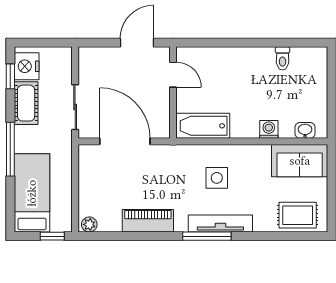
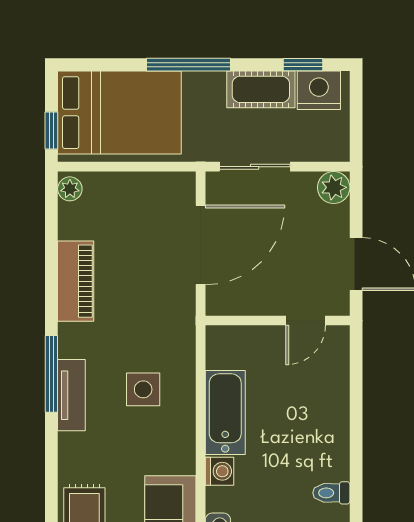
plant: (88, 57) -> (334, 187), added
bathtub: (203, 126) -> (225, 412), moved
bed: (32, 193) -> (119, 113), width x1.50
tv unit: (220, 223) -> (71, 395), width x0.71

